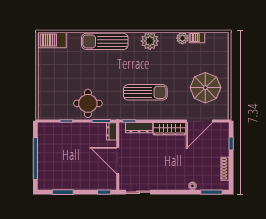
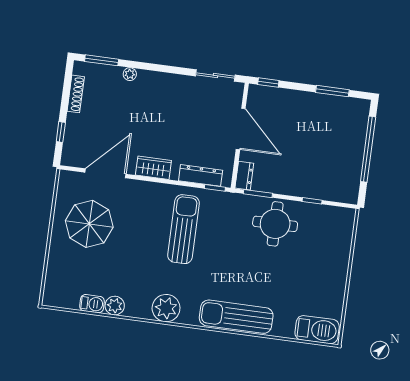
sun lounger: (105, 41) -> (236, 317), turned 180
sun lounger: (145, 92) -> (183, 229), turned 90
wardrobe: (170, 129) -> (153, 168), width x0.67

